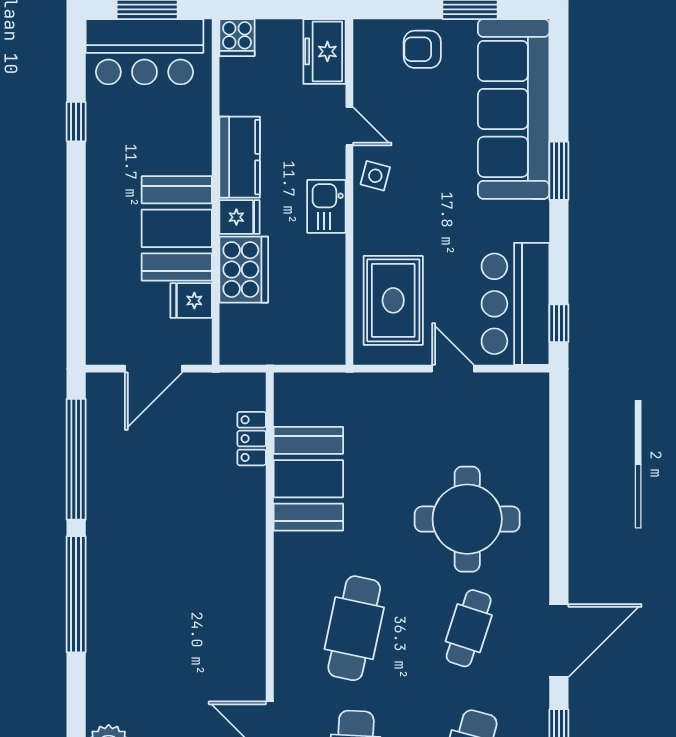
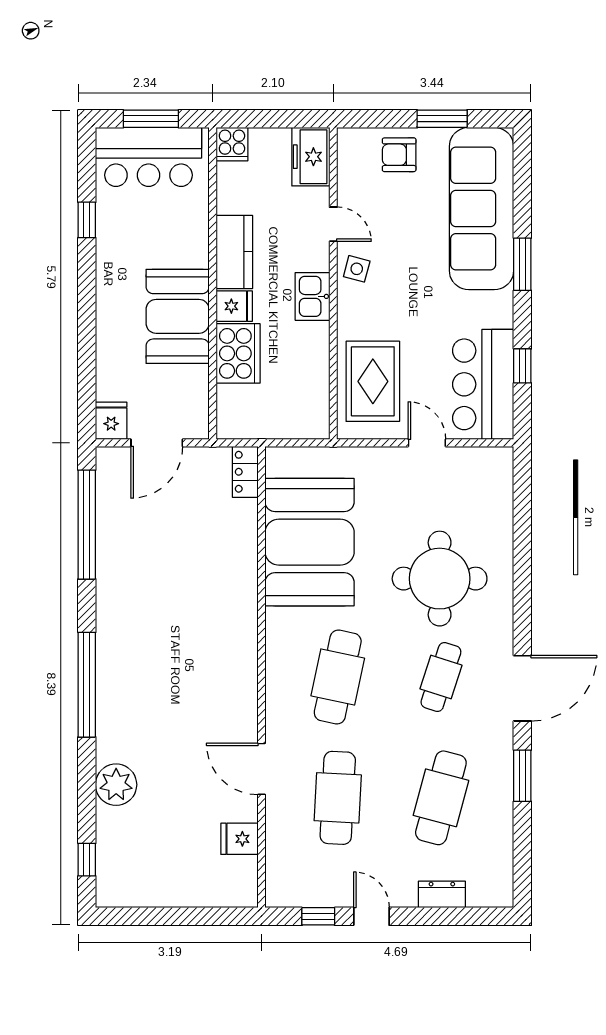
fridge: (191, 301) -> (111, 421), moved, turned 90
window: (559, 323) -> (522, 366), moved
locker: (252, 439) -> (245, 472), moved
booth: (308, 479) -> (310, 542), width x1.36, depth x1.42
window: (76, 594) -> (87, 685), moved

